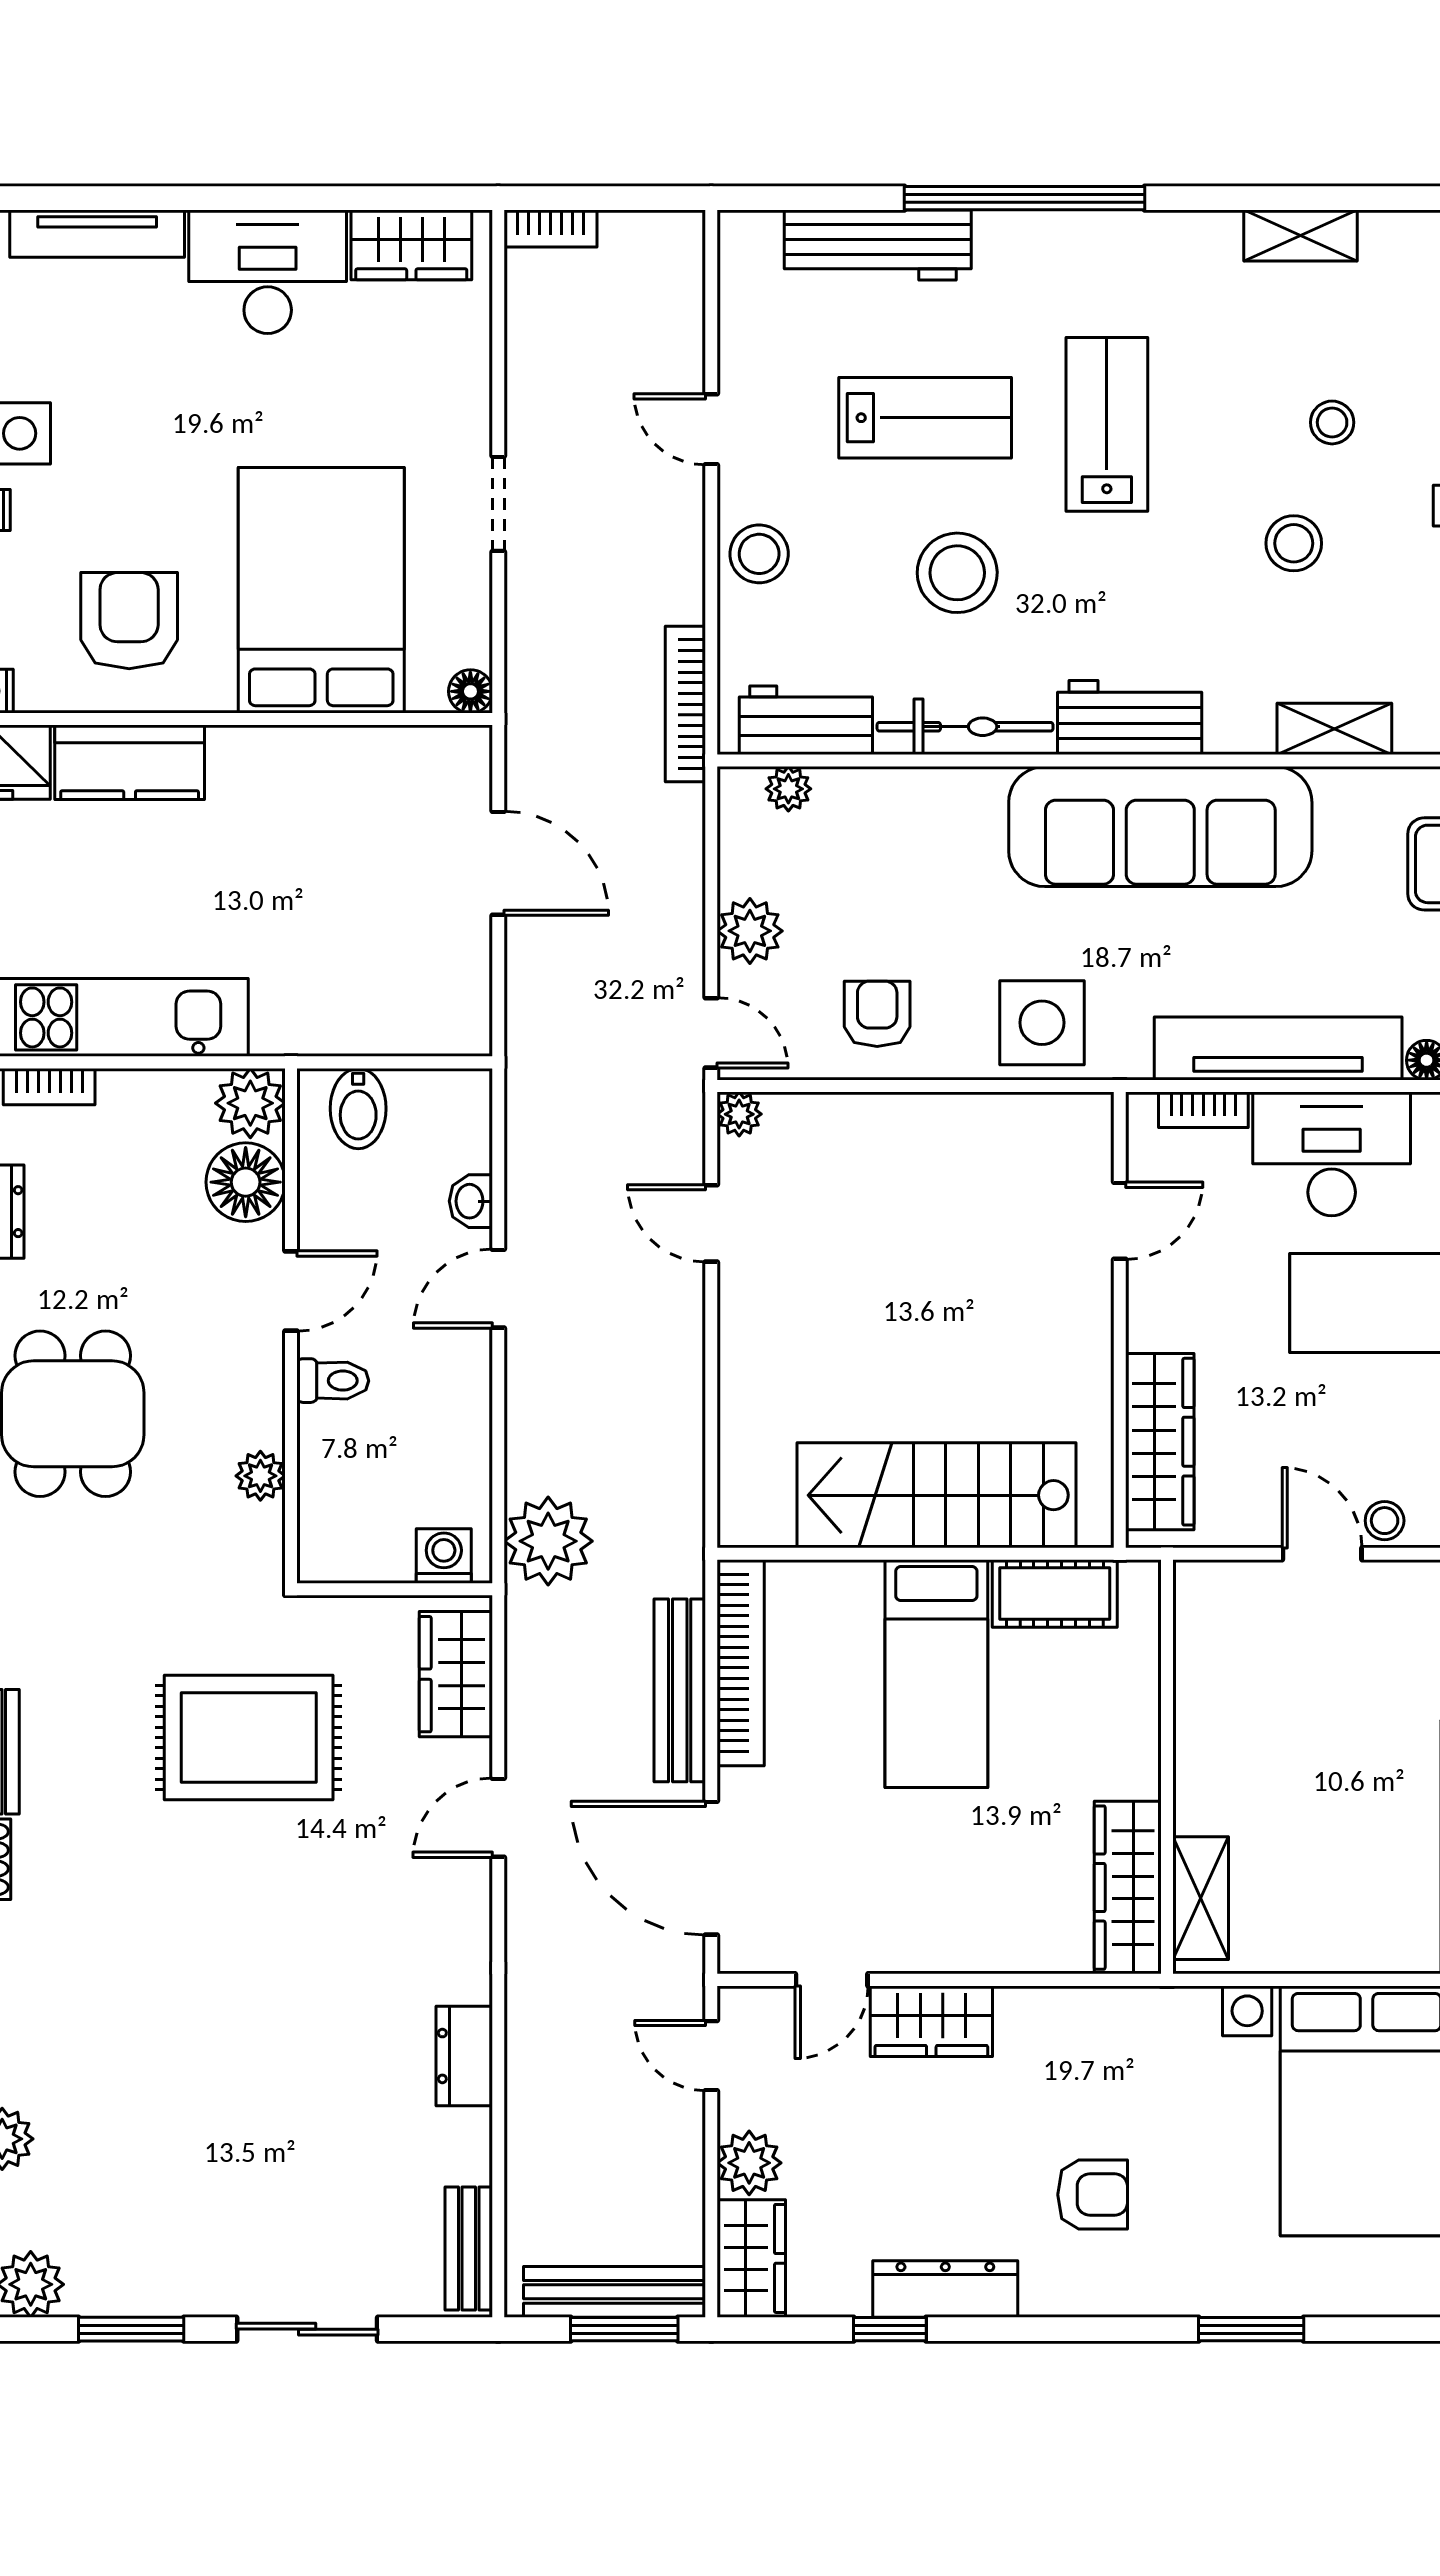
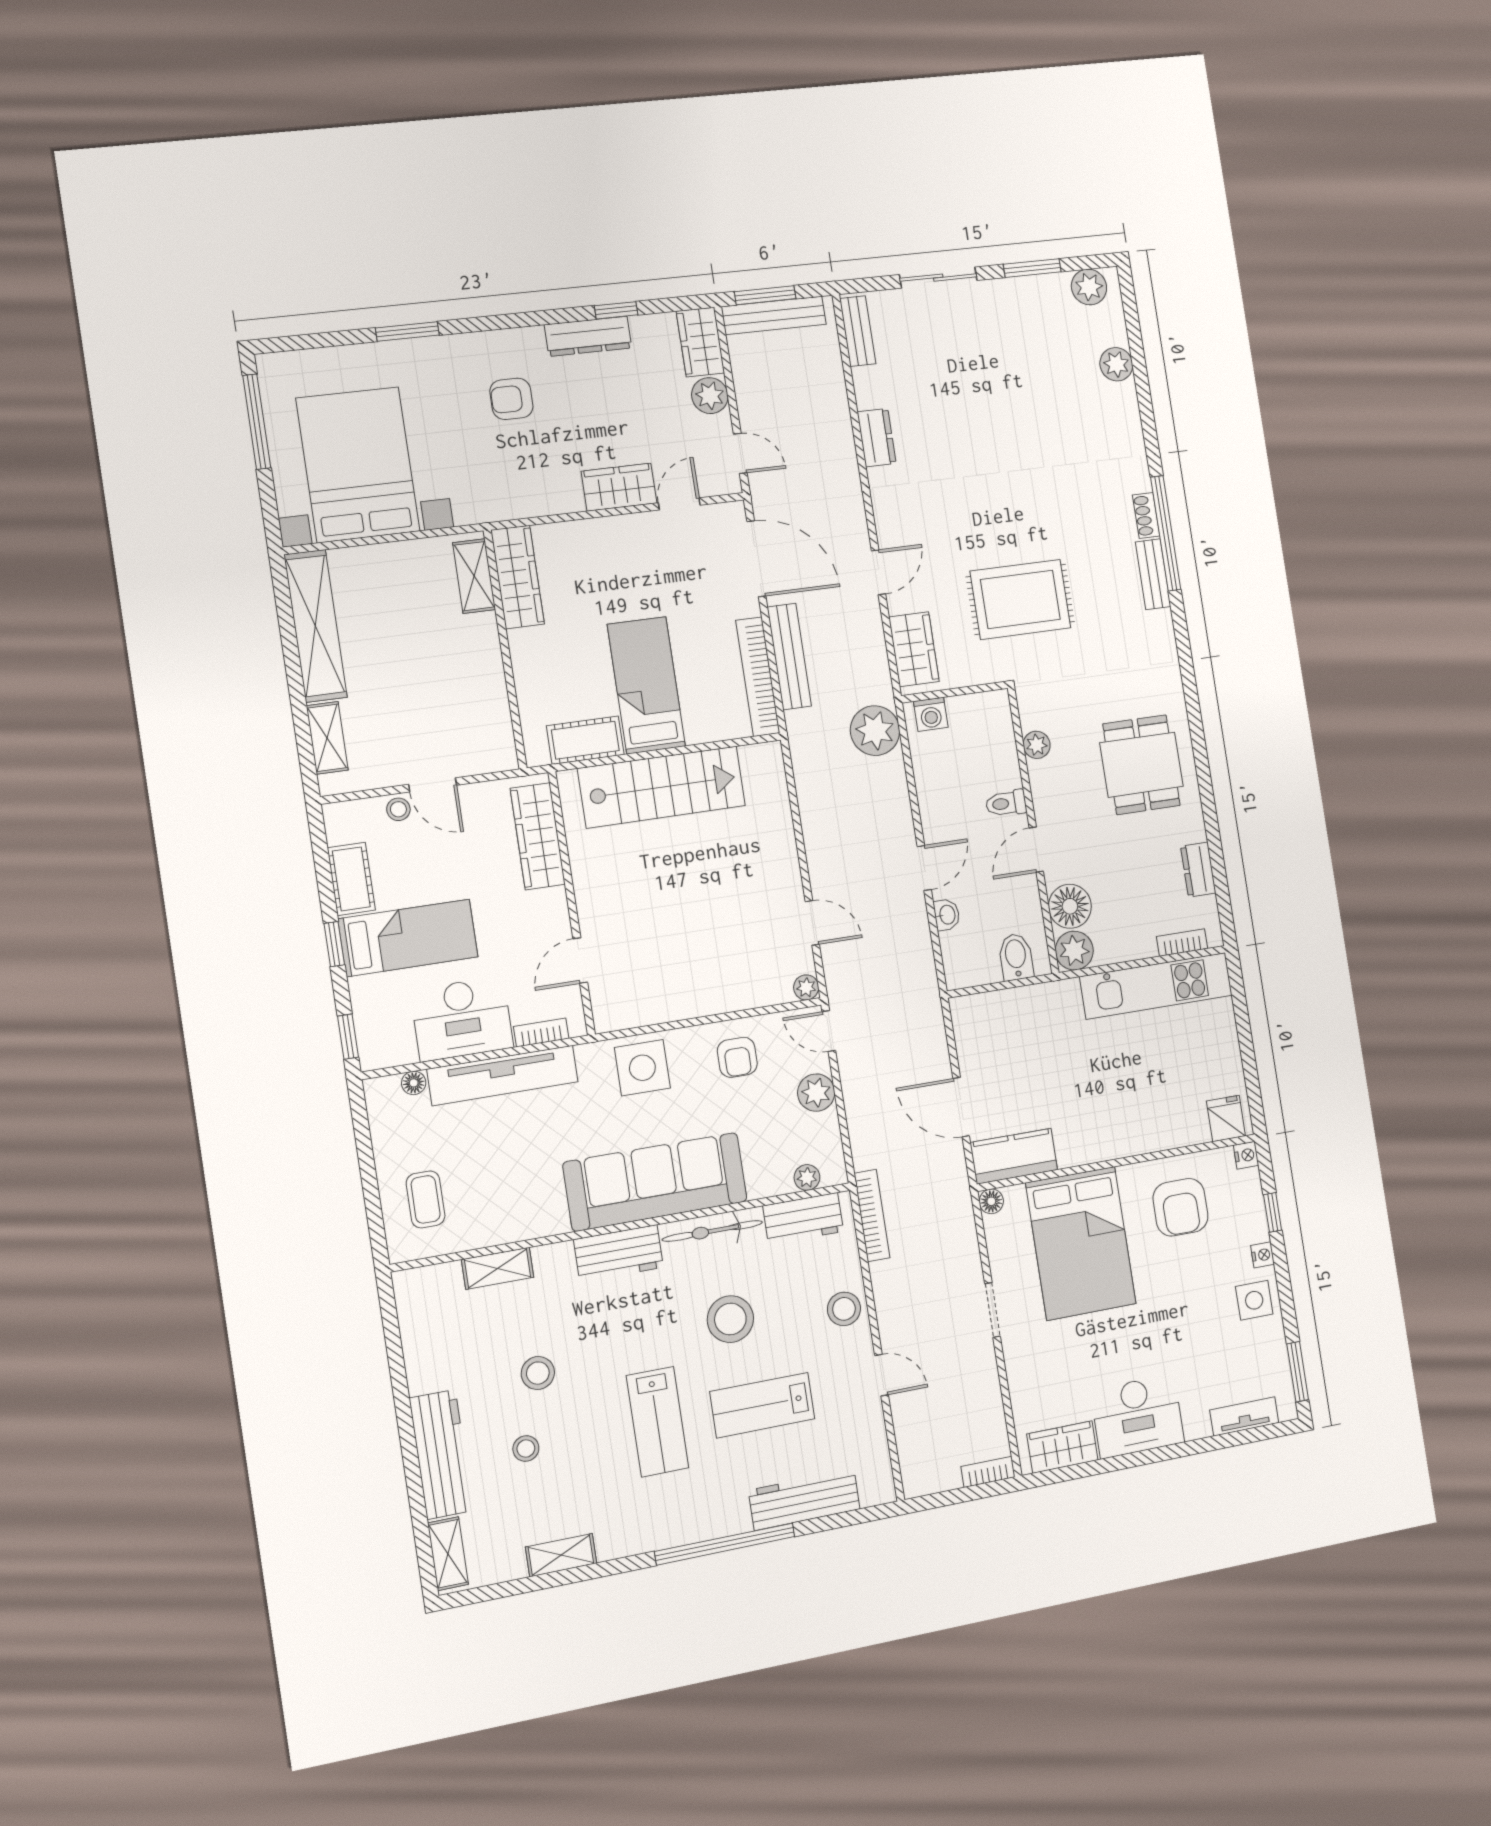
tv unit: (97, 234) -> (1244, 1416), width x0.71
kitchen counter: (130, 762) -> (1014, 1156), moved
sofa: (1160, 827) -> (655, 1182), moved

